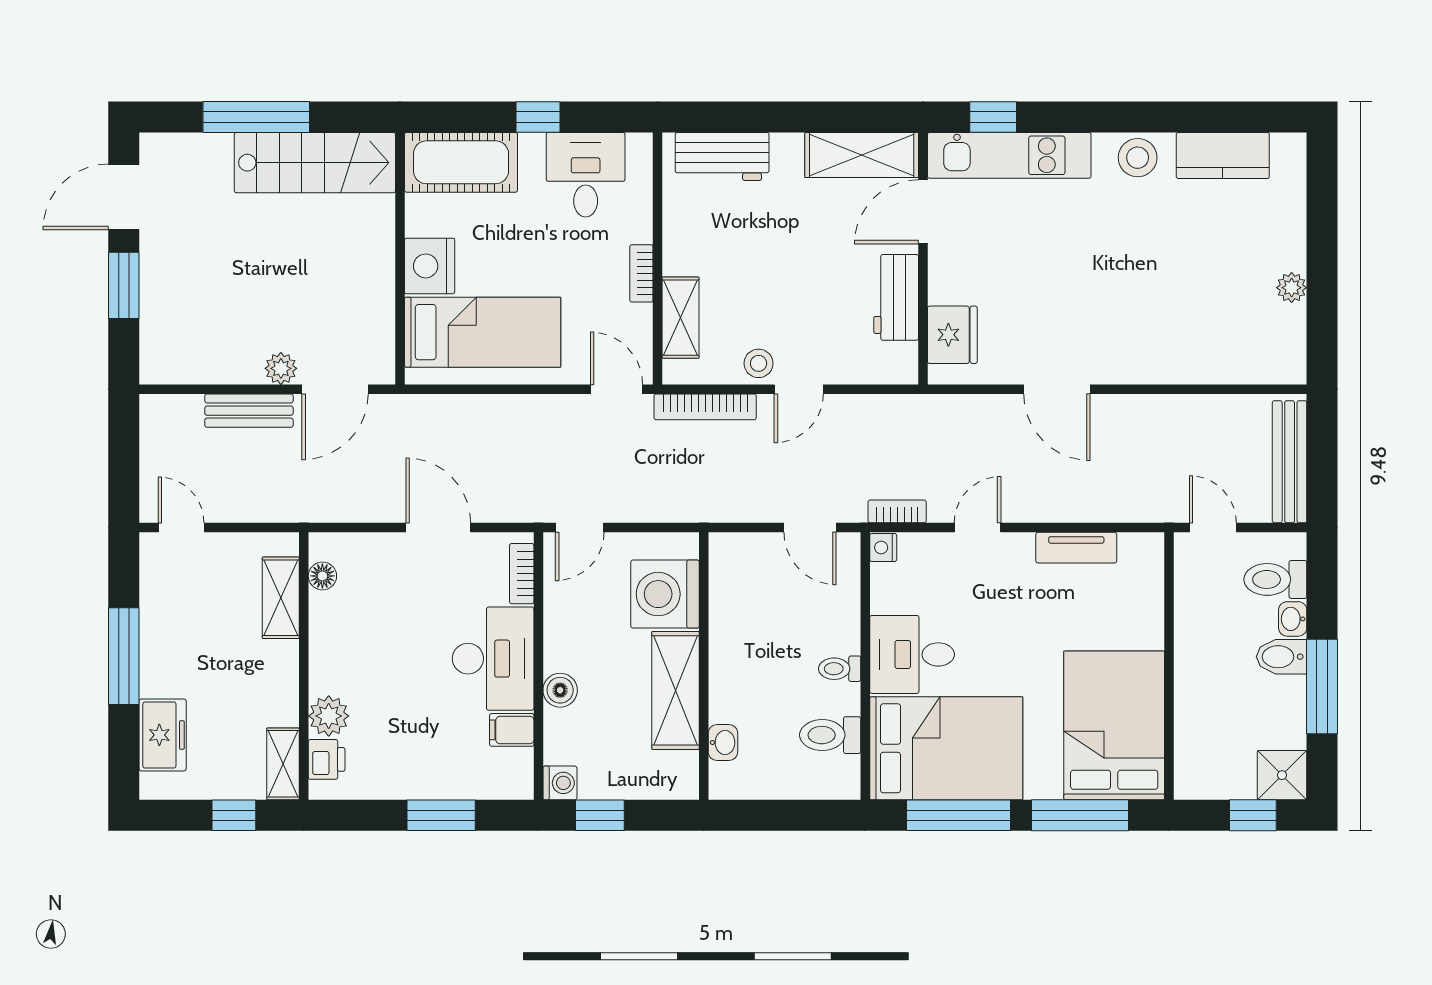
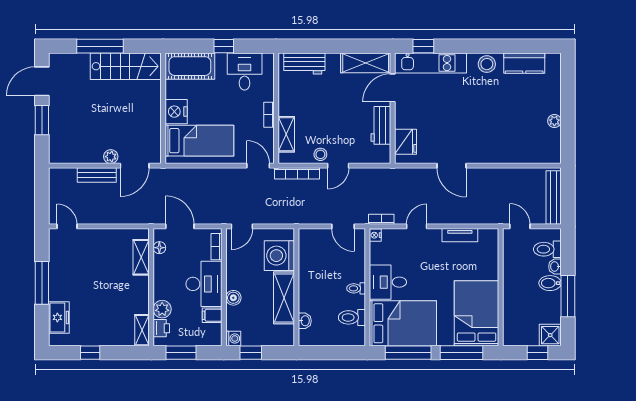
floor lamp: (322, 576) -> (159, 248), moved
shelving: (281, 598) -> (141, 257), moved
wall: (304, 666) -> (151, 287), moved
plant: (329, 716) -> (162, 309), moved
printer: (327, 759) -> (161, 328), moved
shelving: (283, 764) -> (142, 330), moved

